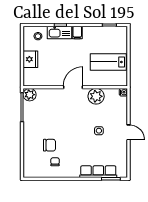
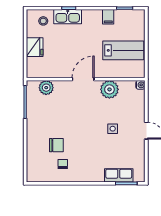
filing cabinet: (77, 33) -> (108, 17), moved
lab bench: (108, 62) -> (123, 50), turned 180
plant: (30, 95) -> (46, 88), moved
row of seats: (98, 172) -> (119, 175), width x0.68

